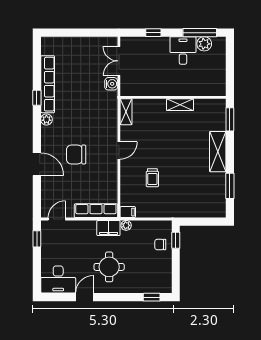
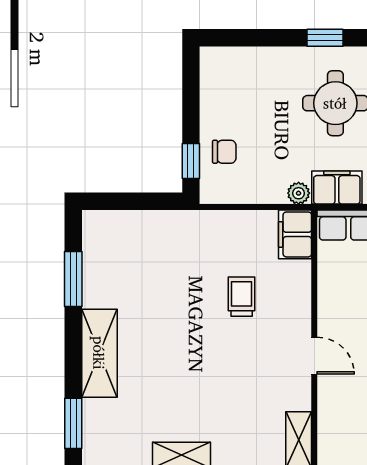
door: (119, 151) -> (314, 356), swing flipped
filing cabinet: (128, 212) -> (295, 234), width x2.00
window: (152, 297) -> (325, 38), moved

